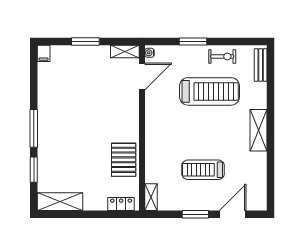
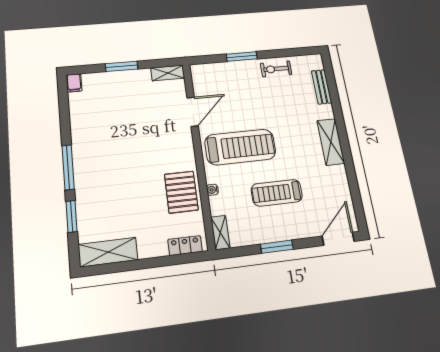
water cooler: (149, 53) -> (212, 190), moved
exercise bike: (222, 56) -> (276, 69), turned 180
bench: (261, 65) -> (321, 87), moved
door: (142, 76) -> (193, 112), moved
treadmill: (210, 91) -> (240, 147), moved
door: (233, 214) -> (338, 239), moved

